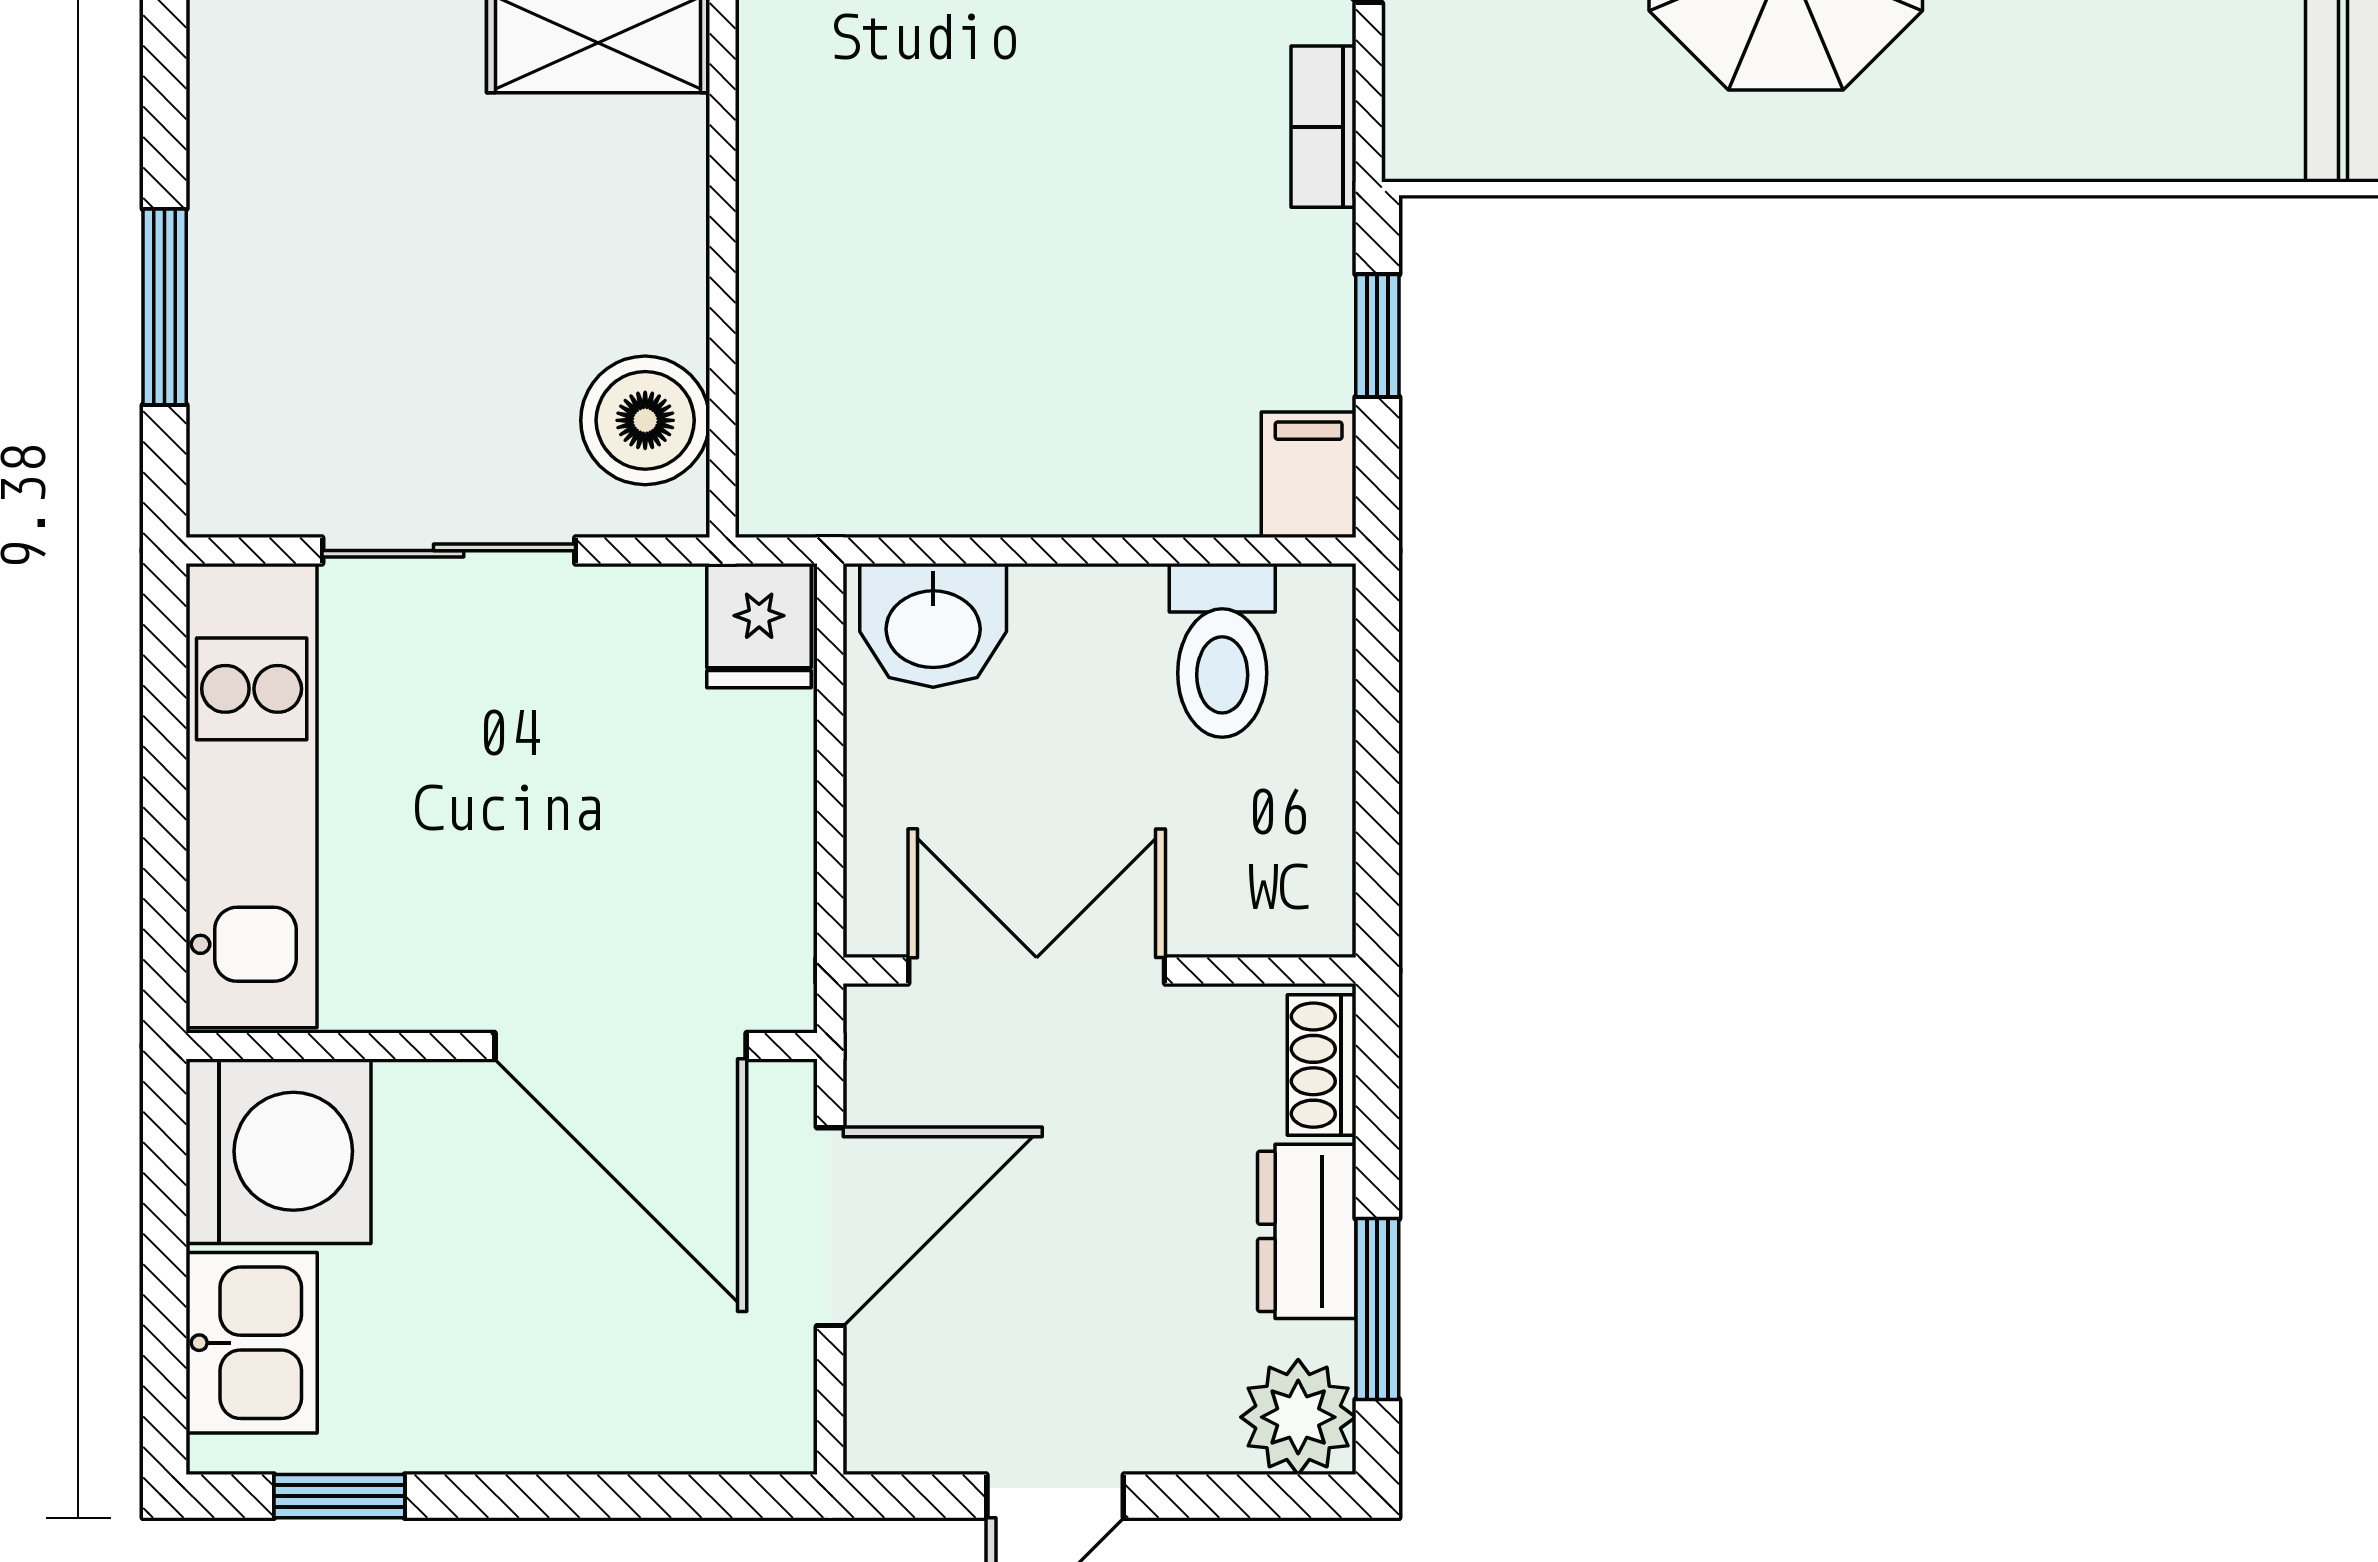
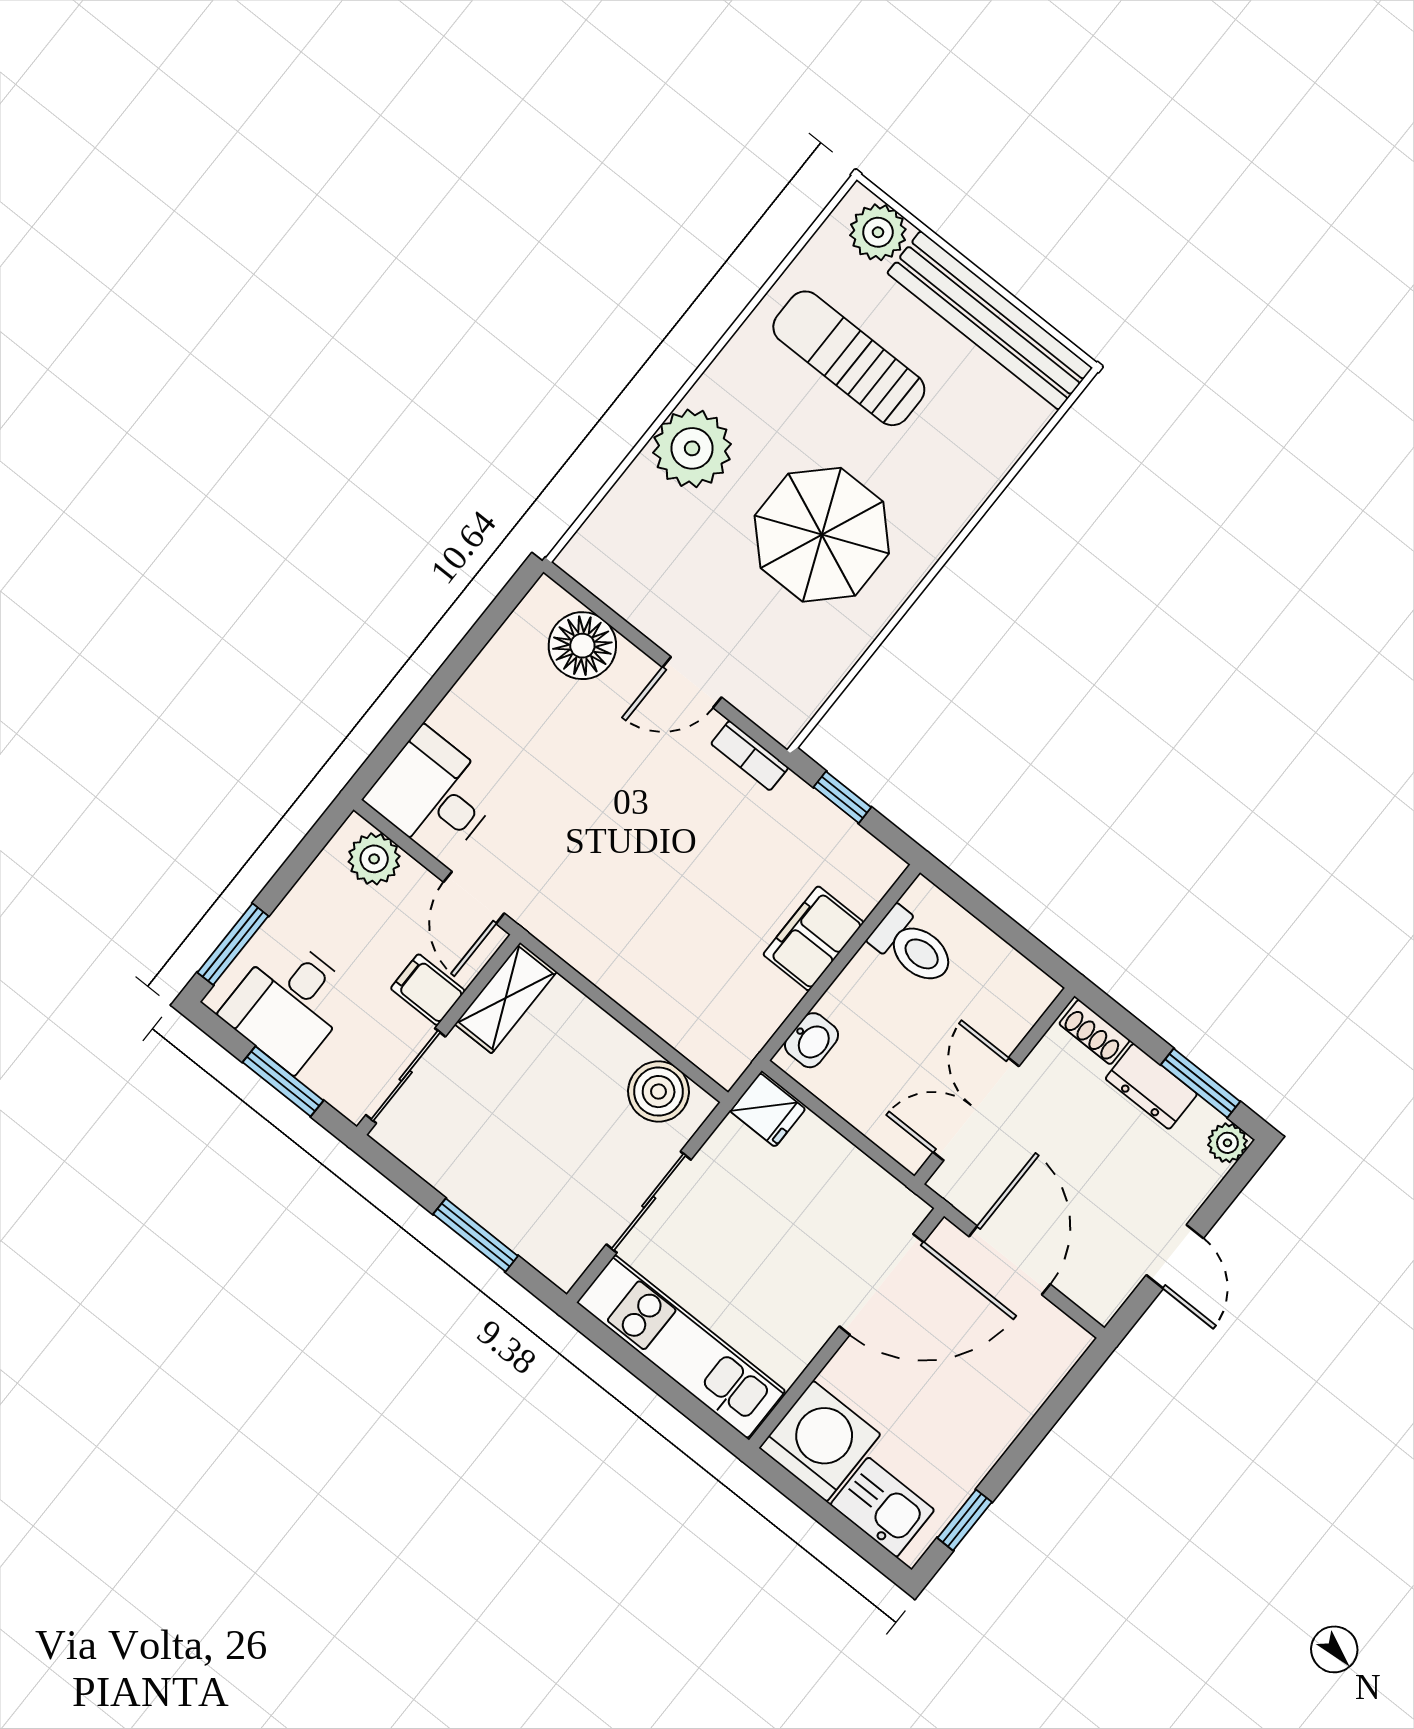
filing cabinet: (1309, 475) -> (813, 938), moved, width x2.00
washbasin: (933, 625) -> (812, 1040), width x0.72, depth x0.69
plant: (1298, 1417) -> (1227, 1143), width x0.73, depth x0.73

